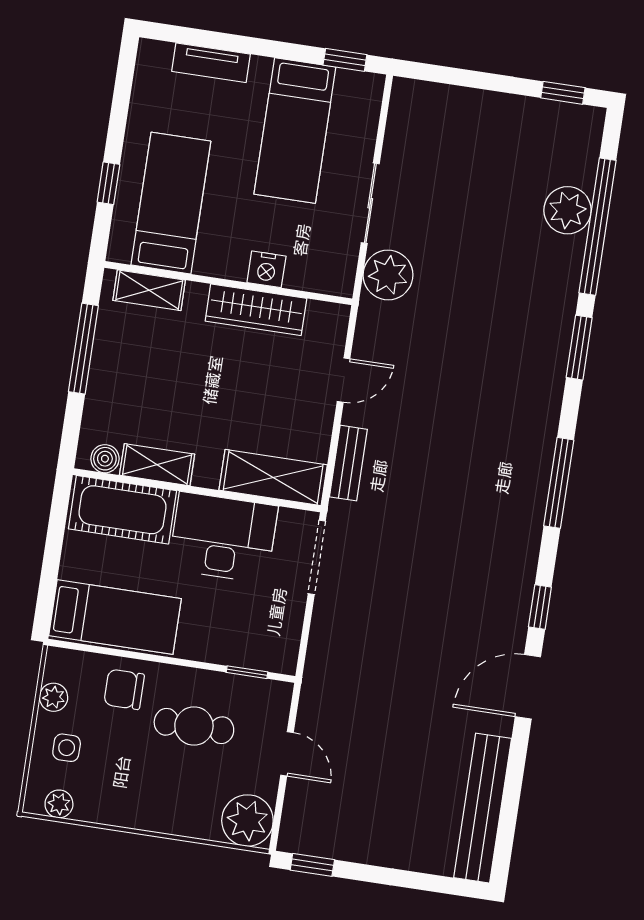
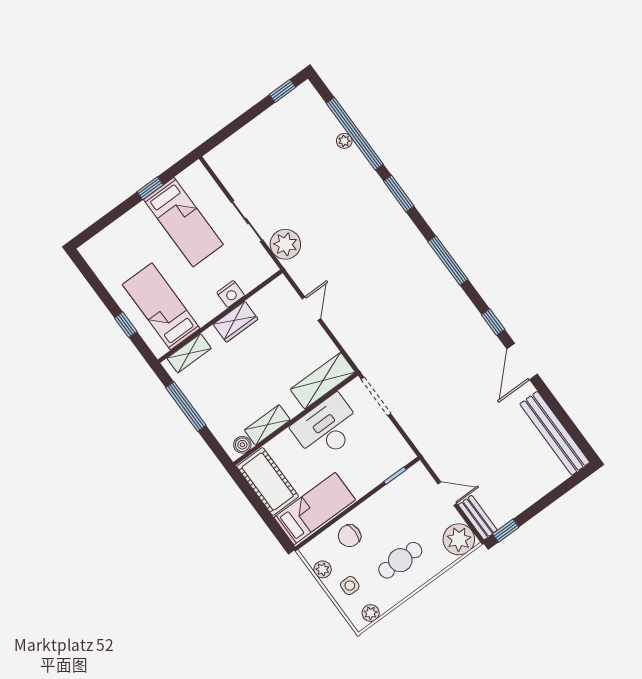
window: (345, 60) -> (150, 188), moved
tv unit: (211, 63) -> (118, 229), removed
plant: (568, 210) -> (344, 141), width x0.53, depth x0.53
wardrobe: (256, 310) -> (236, 322), width x0.67
bench: (348, 463) -> (478, 518), moved
cot: (122, 510) -> (268, 481), moved, turned 90
cafe table: (194, 726) -> (400, 560), moved

